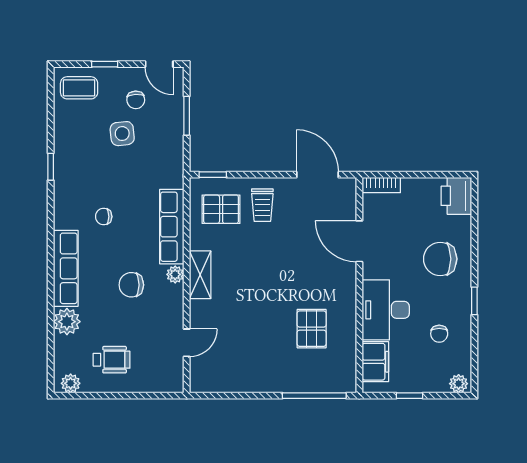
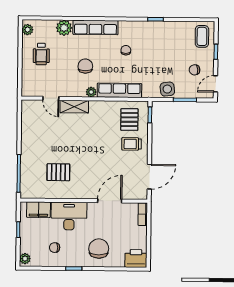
side table: (122, 134) -> (167, 89), moved
shelving: (200, 275) -> (74, 107), moved

